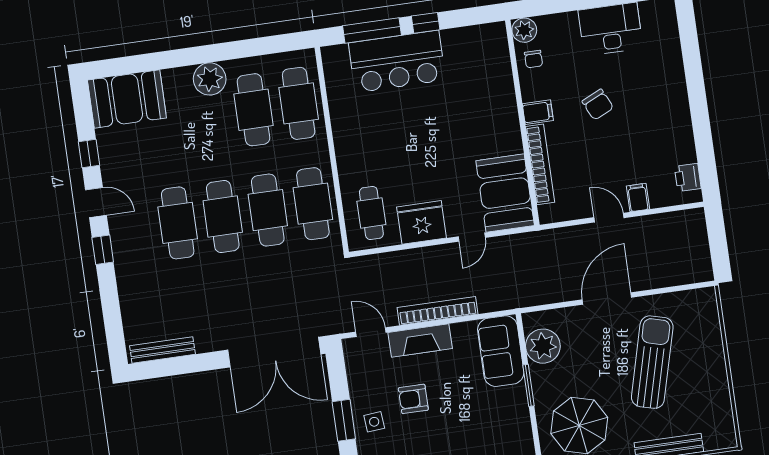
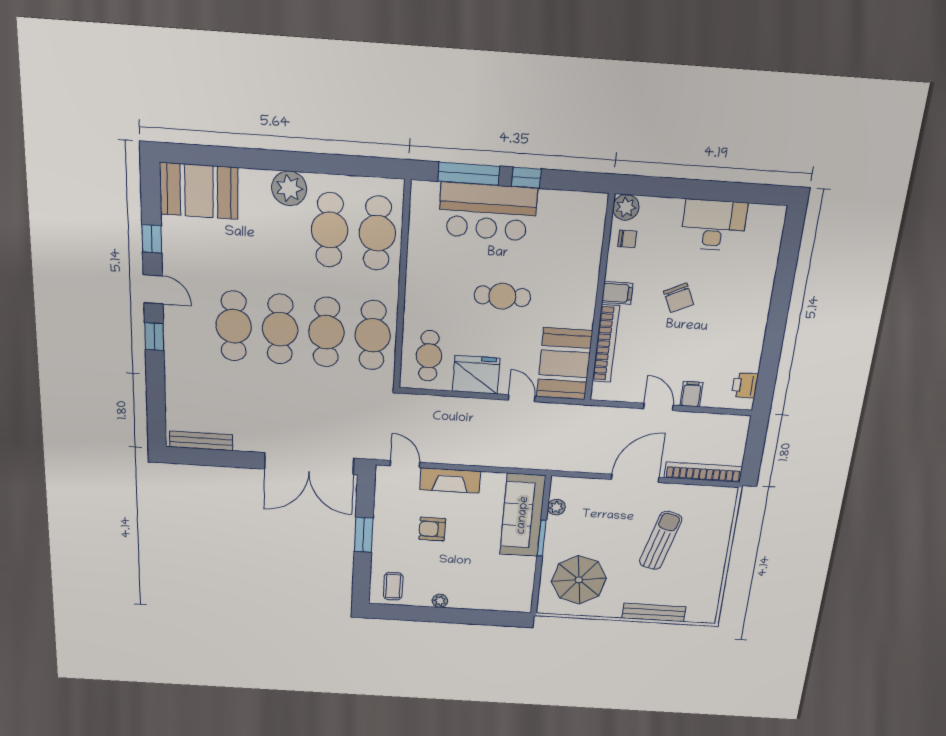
chair: (533, 59) -> (627, 239), turned -90
cafe table: (429, 139) -> (502, 296), added
door: (472, 237) -> (522, 398), swing flipped
bookcase: (438, 311) -> (703, 472), moved
plant: (543, 346) -> (556, 507), width x0.53, depth x0.53
sofa: (501, 351) -> (523, 515), width x1.36
sun lounger: (652, 362) -> (661, 541), width x0.73, depth x0.75
side table: (374, 422) -> (392, 541), removed

